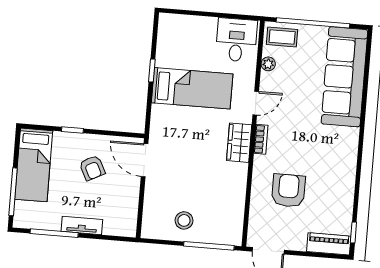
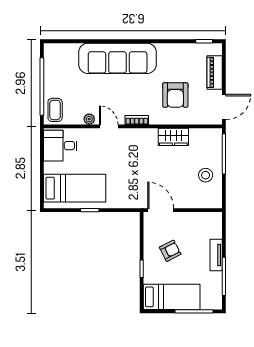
plant: (268, 64) -> (89, 119), moved
sofa: (344, 77) -> (118, 58), moved
bed: (192, 88) -> (75, 188), moved, turned 90
wardrobe: (239, 143) -> (173, 137), moved
door: (145, 160) -> (161, 210), swing flipped
armchair: (288, 191) -> (175, 95), turned -90
piano: (329, 244) -> (215, 72), moved

